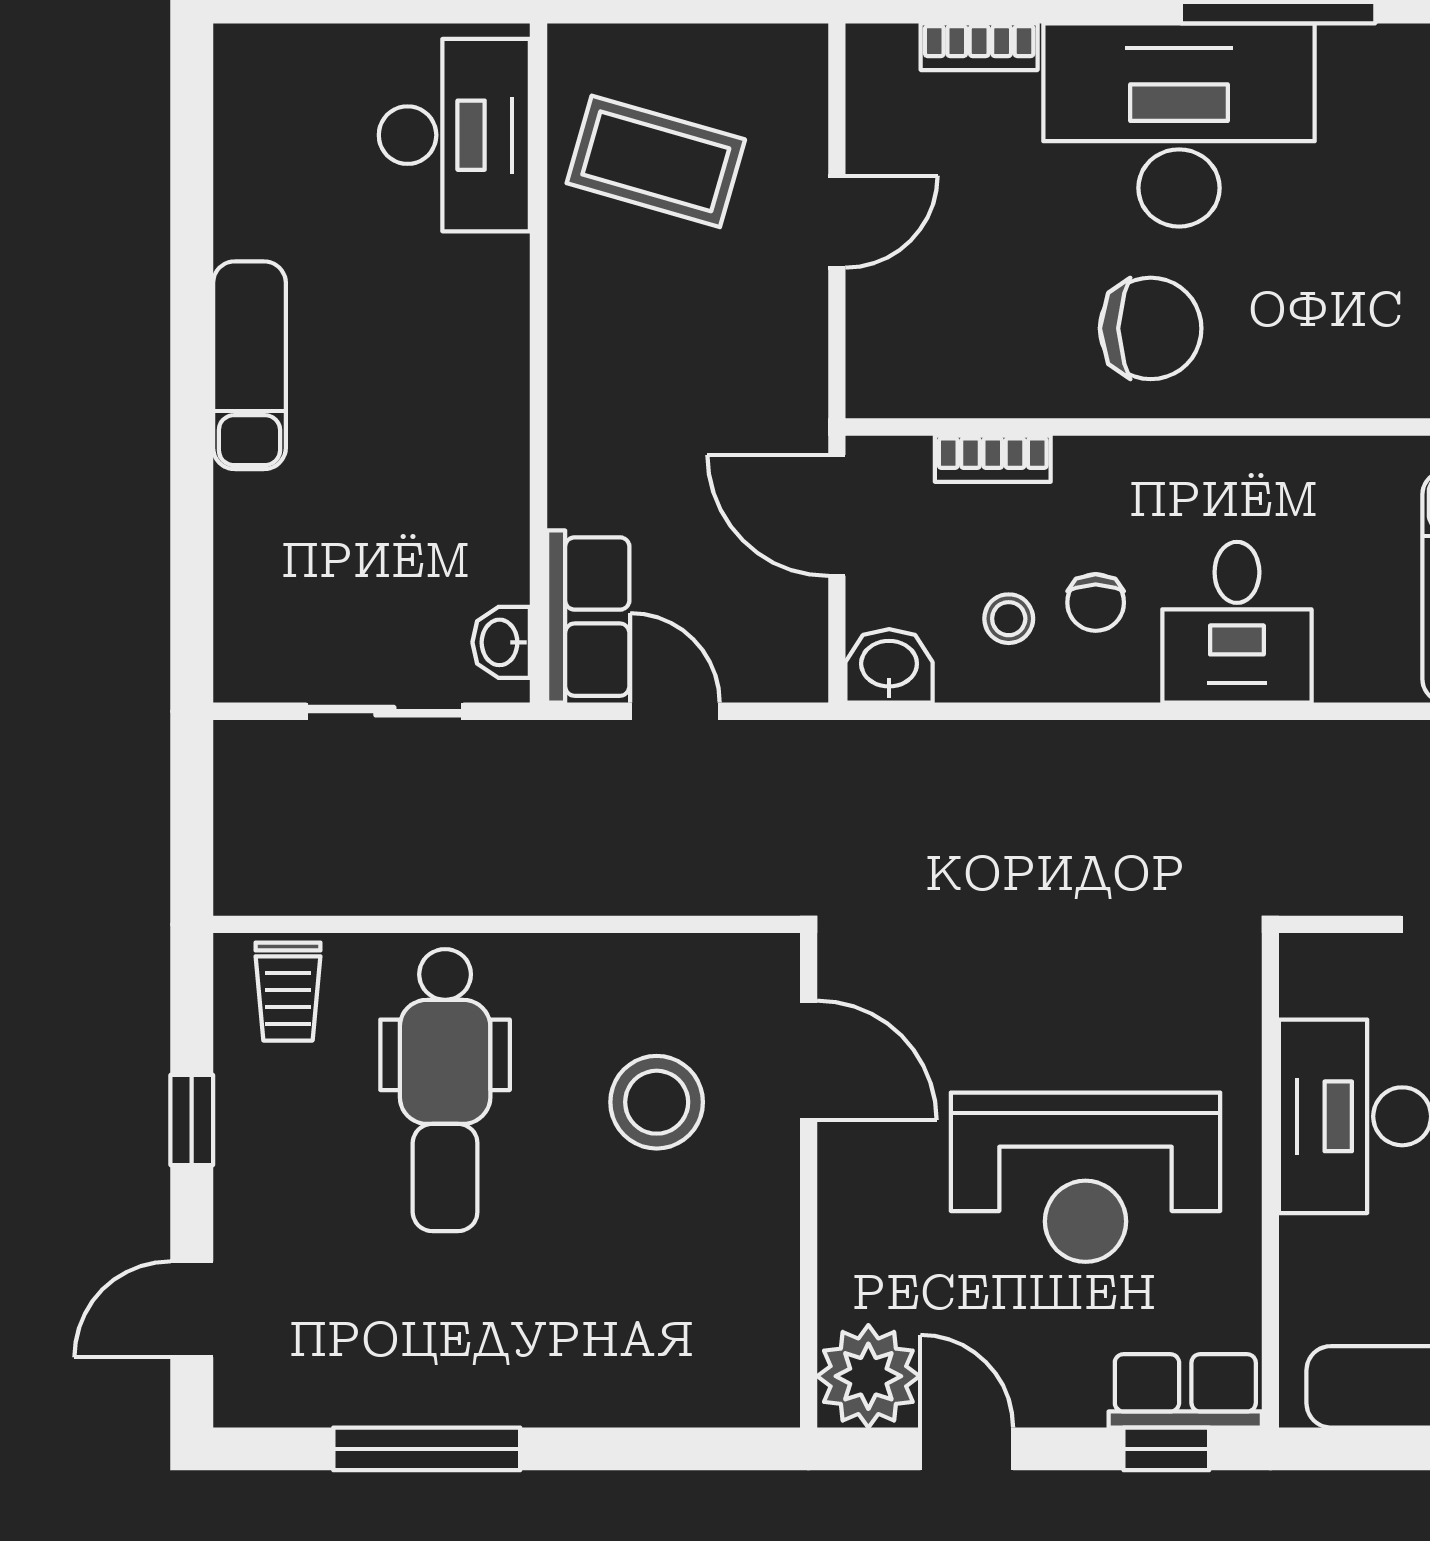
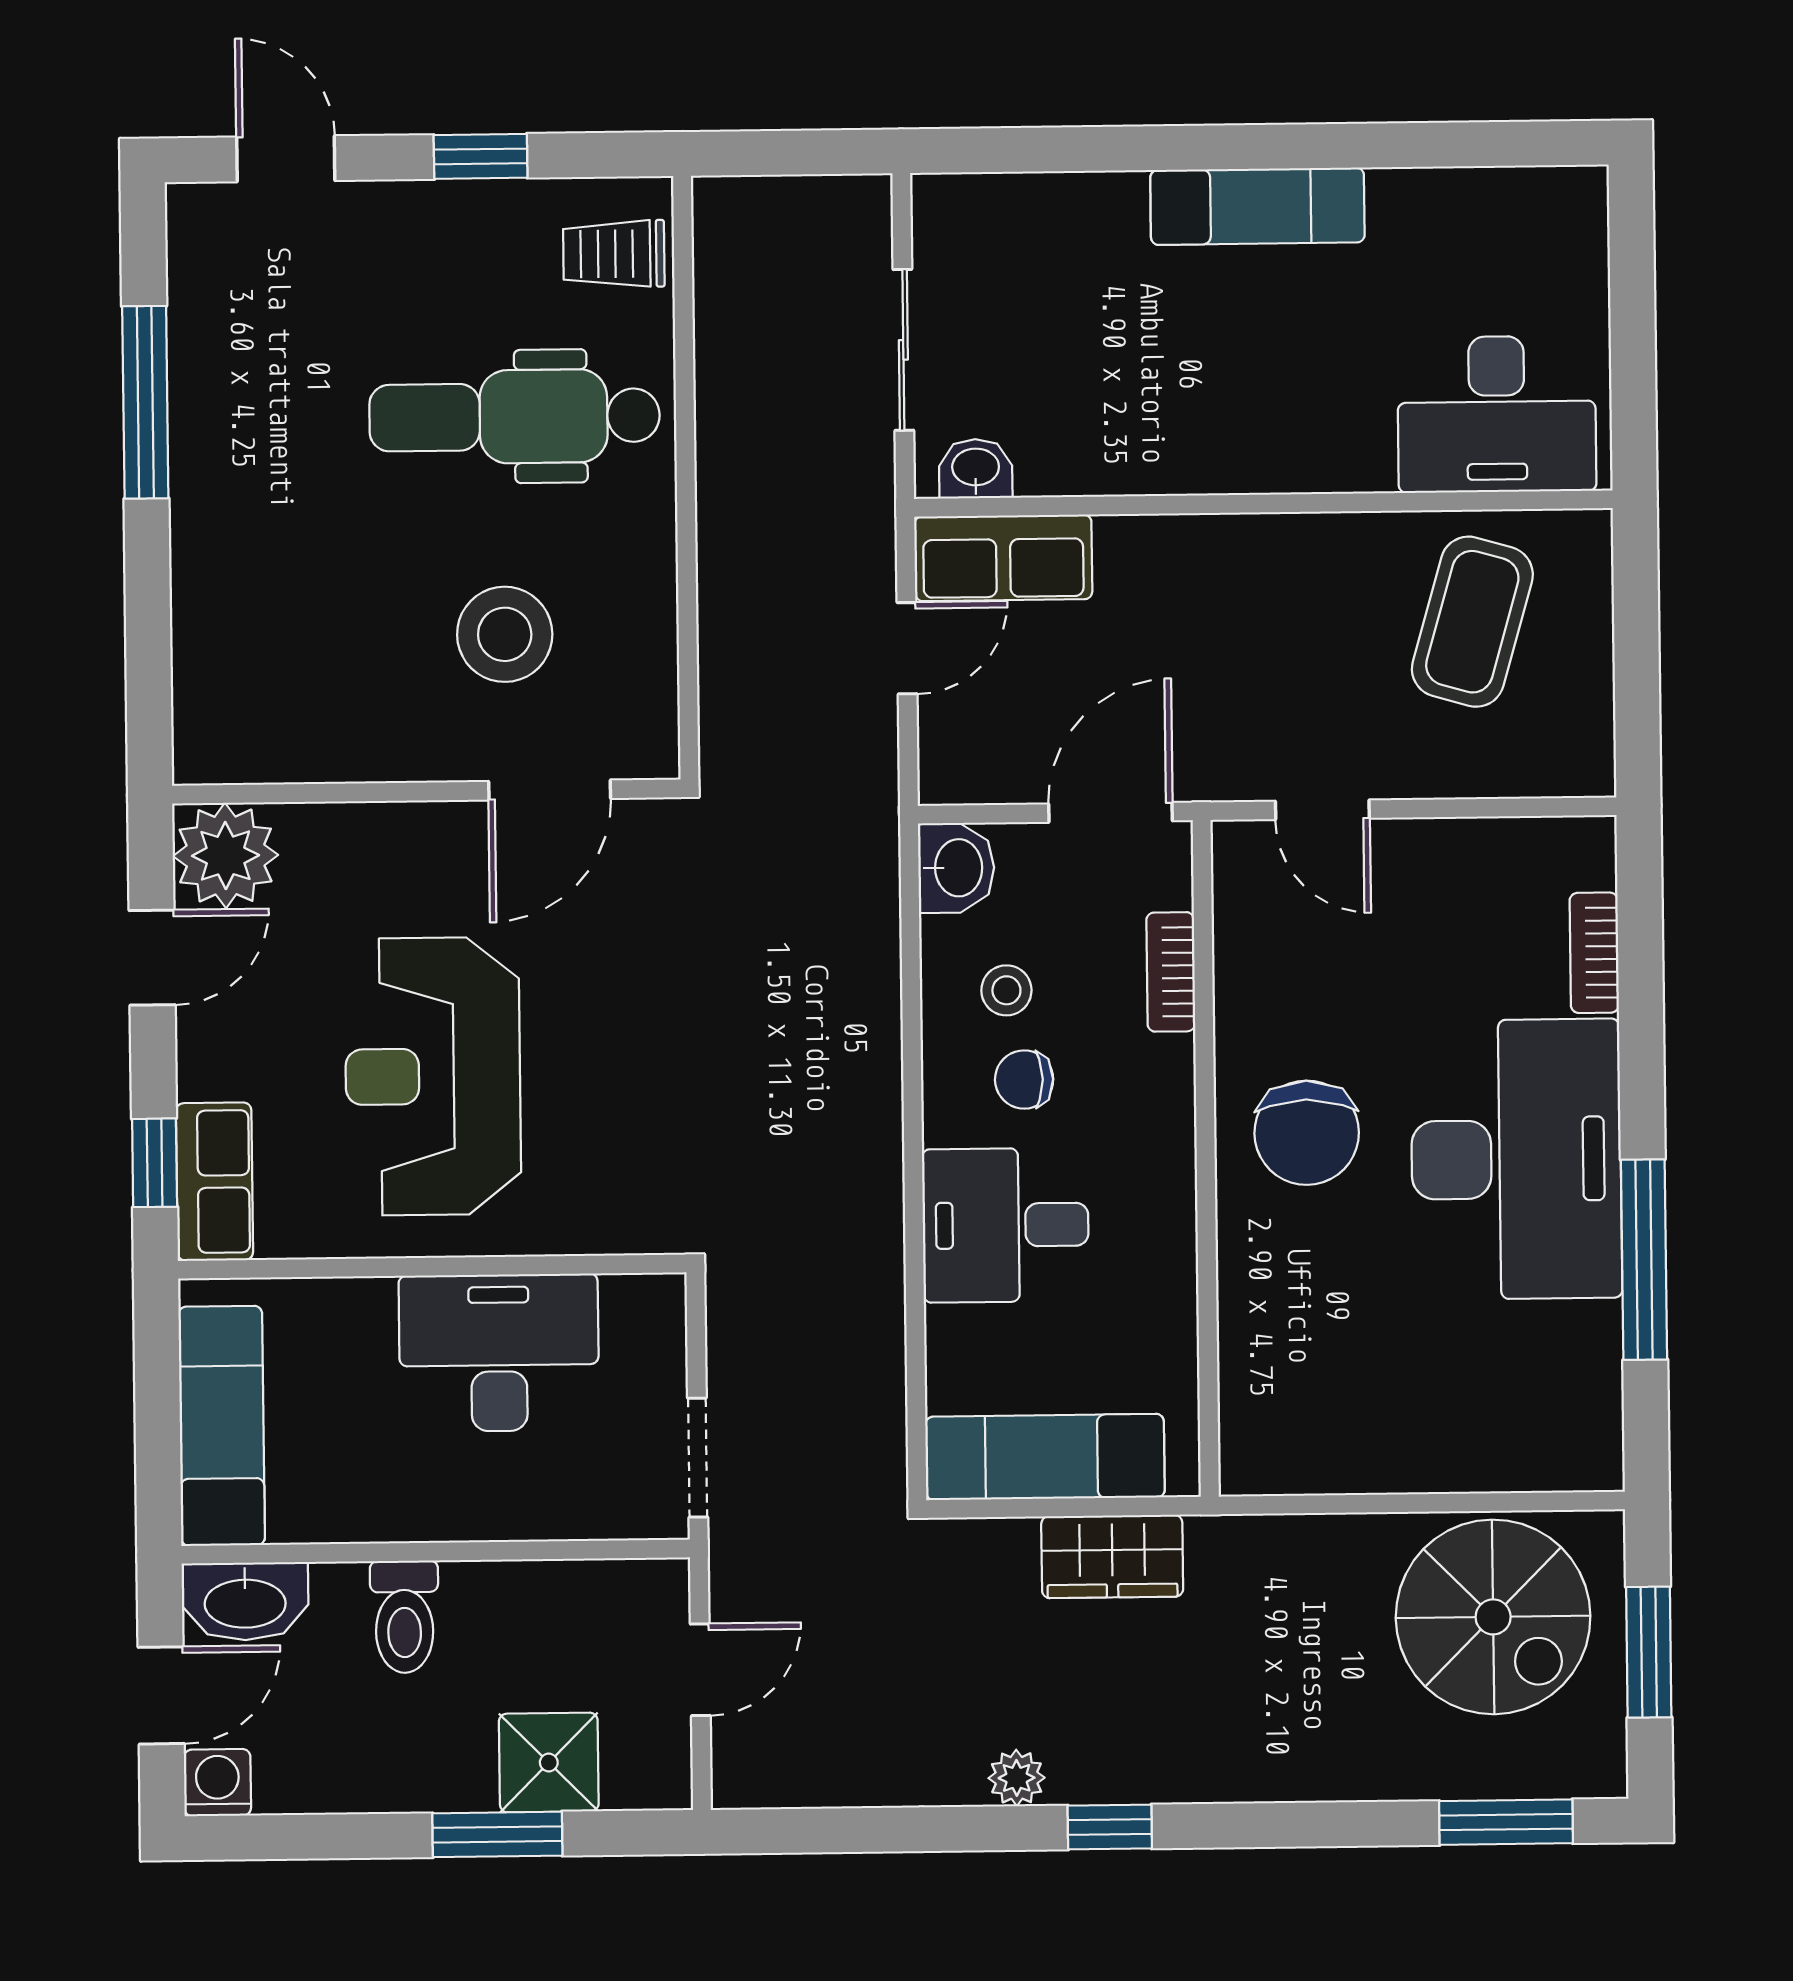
door: (837, 222) -> (1322, 810), moved

